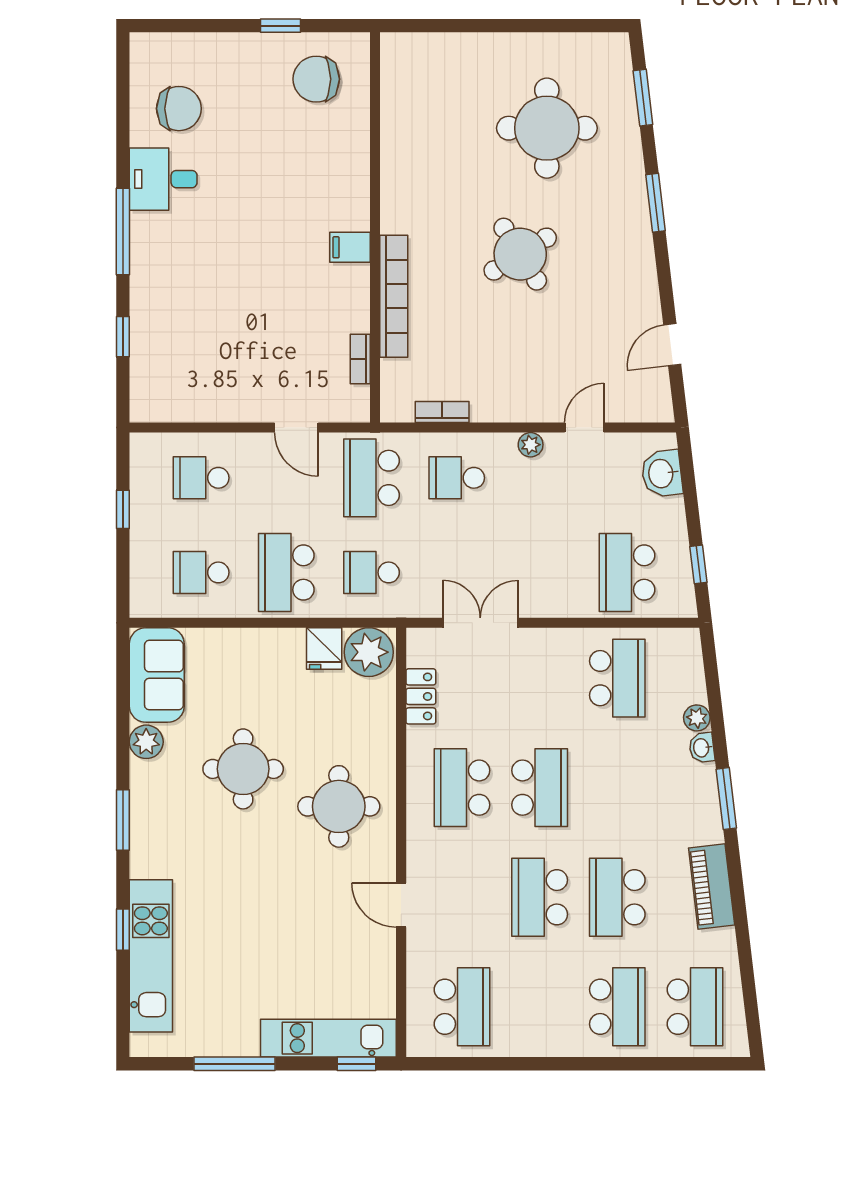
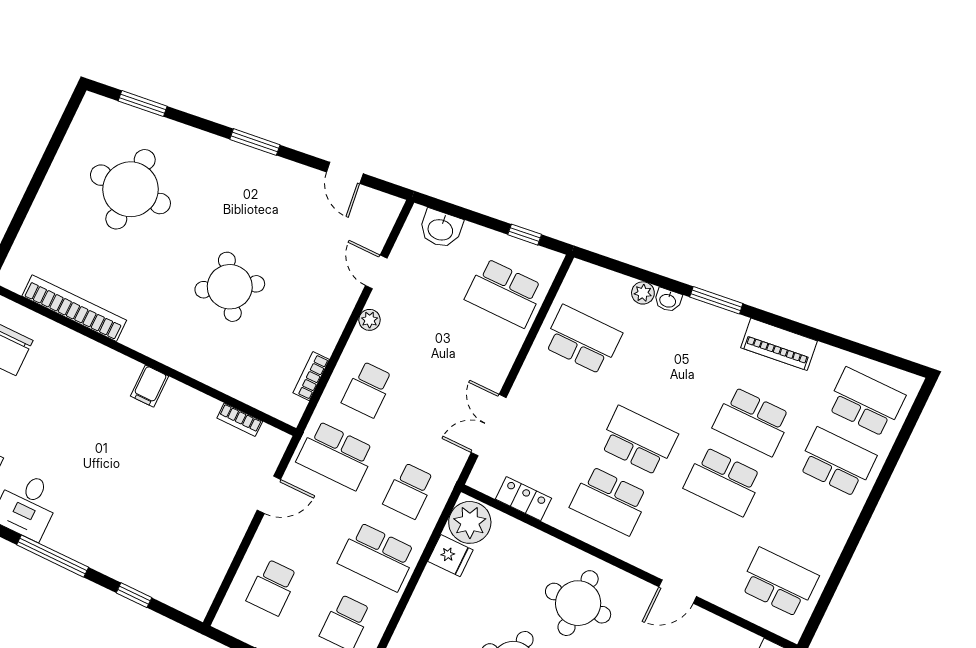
window: (655, 203) -> (255, 142), moved
round table: (520, 254) -> (230, 287), moved
bookcase: (394, 296) -> (74, 308), moved

